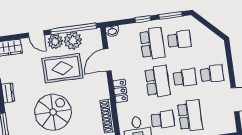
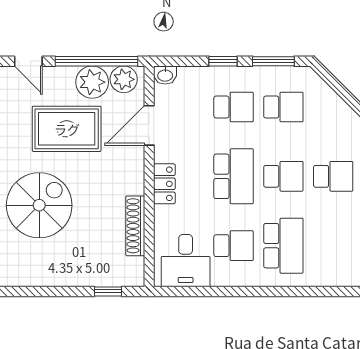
plant: (55, 41) -> (124, 79), moved
school desk: (152, 43) -> (234, 107), width x0.54

